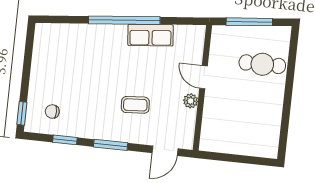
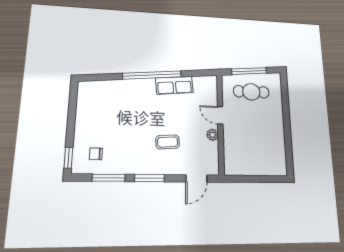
cafe table: (262, 64) -> (251, 92), moved
window: (65, 140) -> (109, 178), width x1.50

